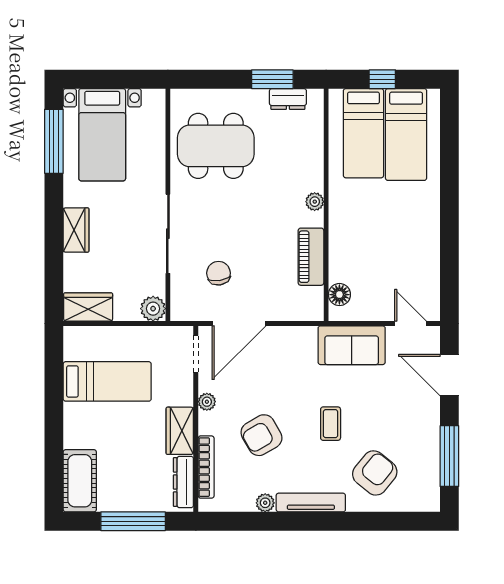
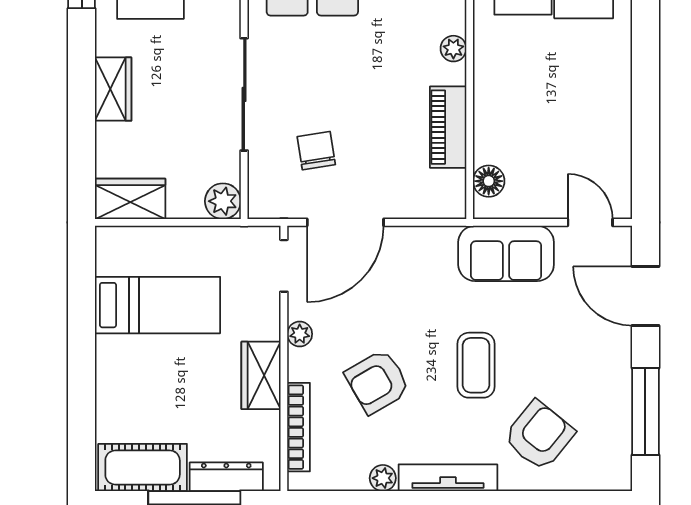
coffee table: (331, 424) -> (476, 365), width x1.36, depth x1.30
cot: (80, 481) -> (143, 467), moved, turned 90
dresser: (183, 482) -> (226, 477), moved, turned 90

